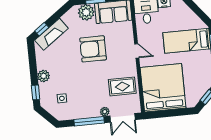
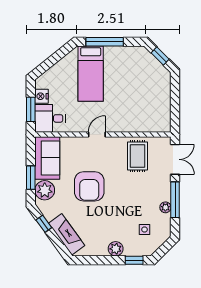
window: (42, 29) -> (44, 224), moved
bed: (163, 88) -> (144, 108), removed
plant: (105, 112) -> (165, 207), moved

